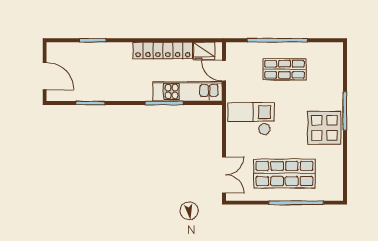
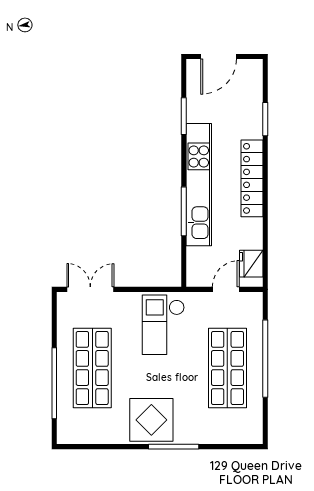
locker: (163, 50) -> (252, 178), moved
shop shelf: (284, 69) -> (227, 368), width x1.43, depth x1.36
kitchen unit: (187, 91) -> (199, 185), moved, width x1.36
checkout: (251, 119) -> (163, 325), turned 180
double door: (224, 175) -> (90, 289), swing flipped

